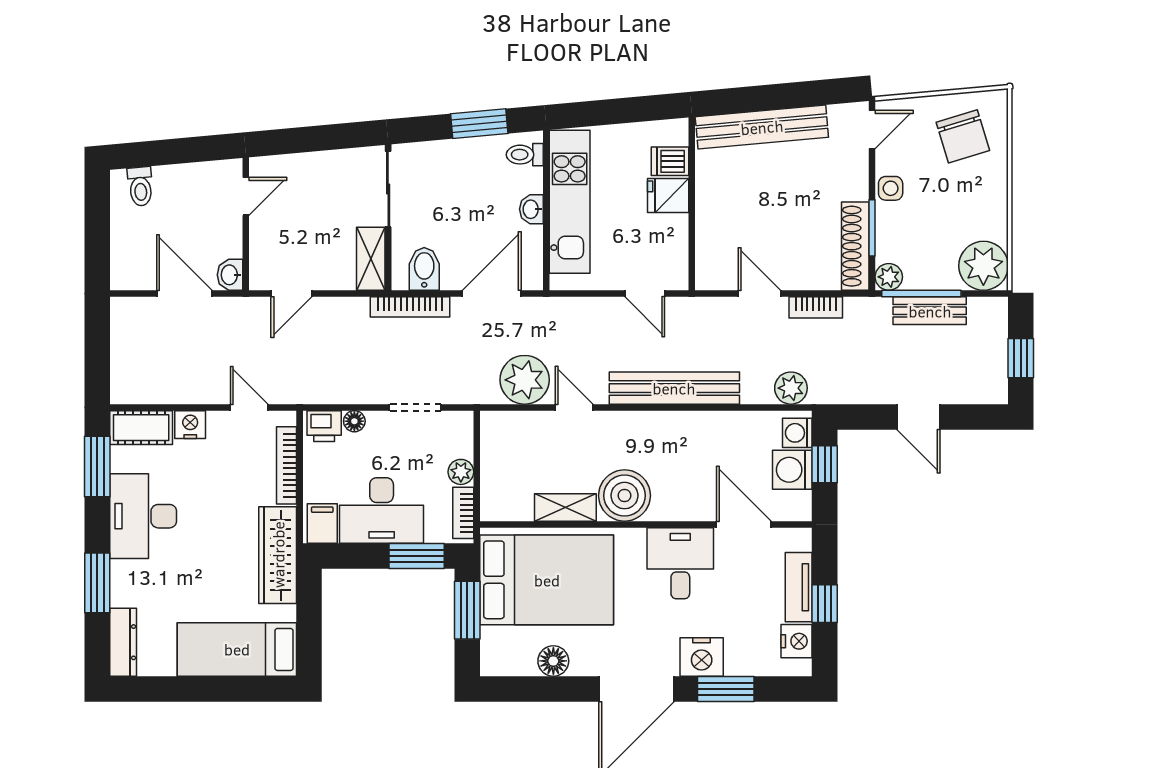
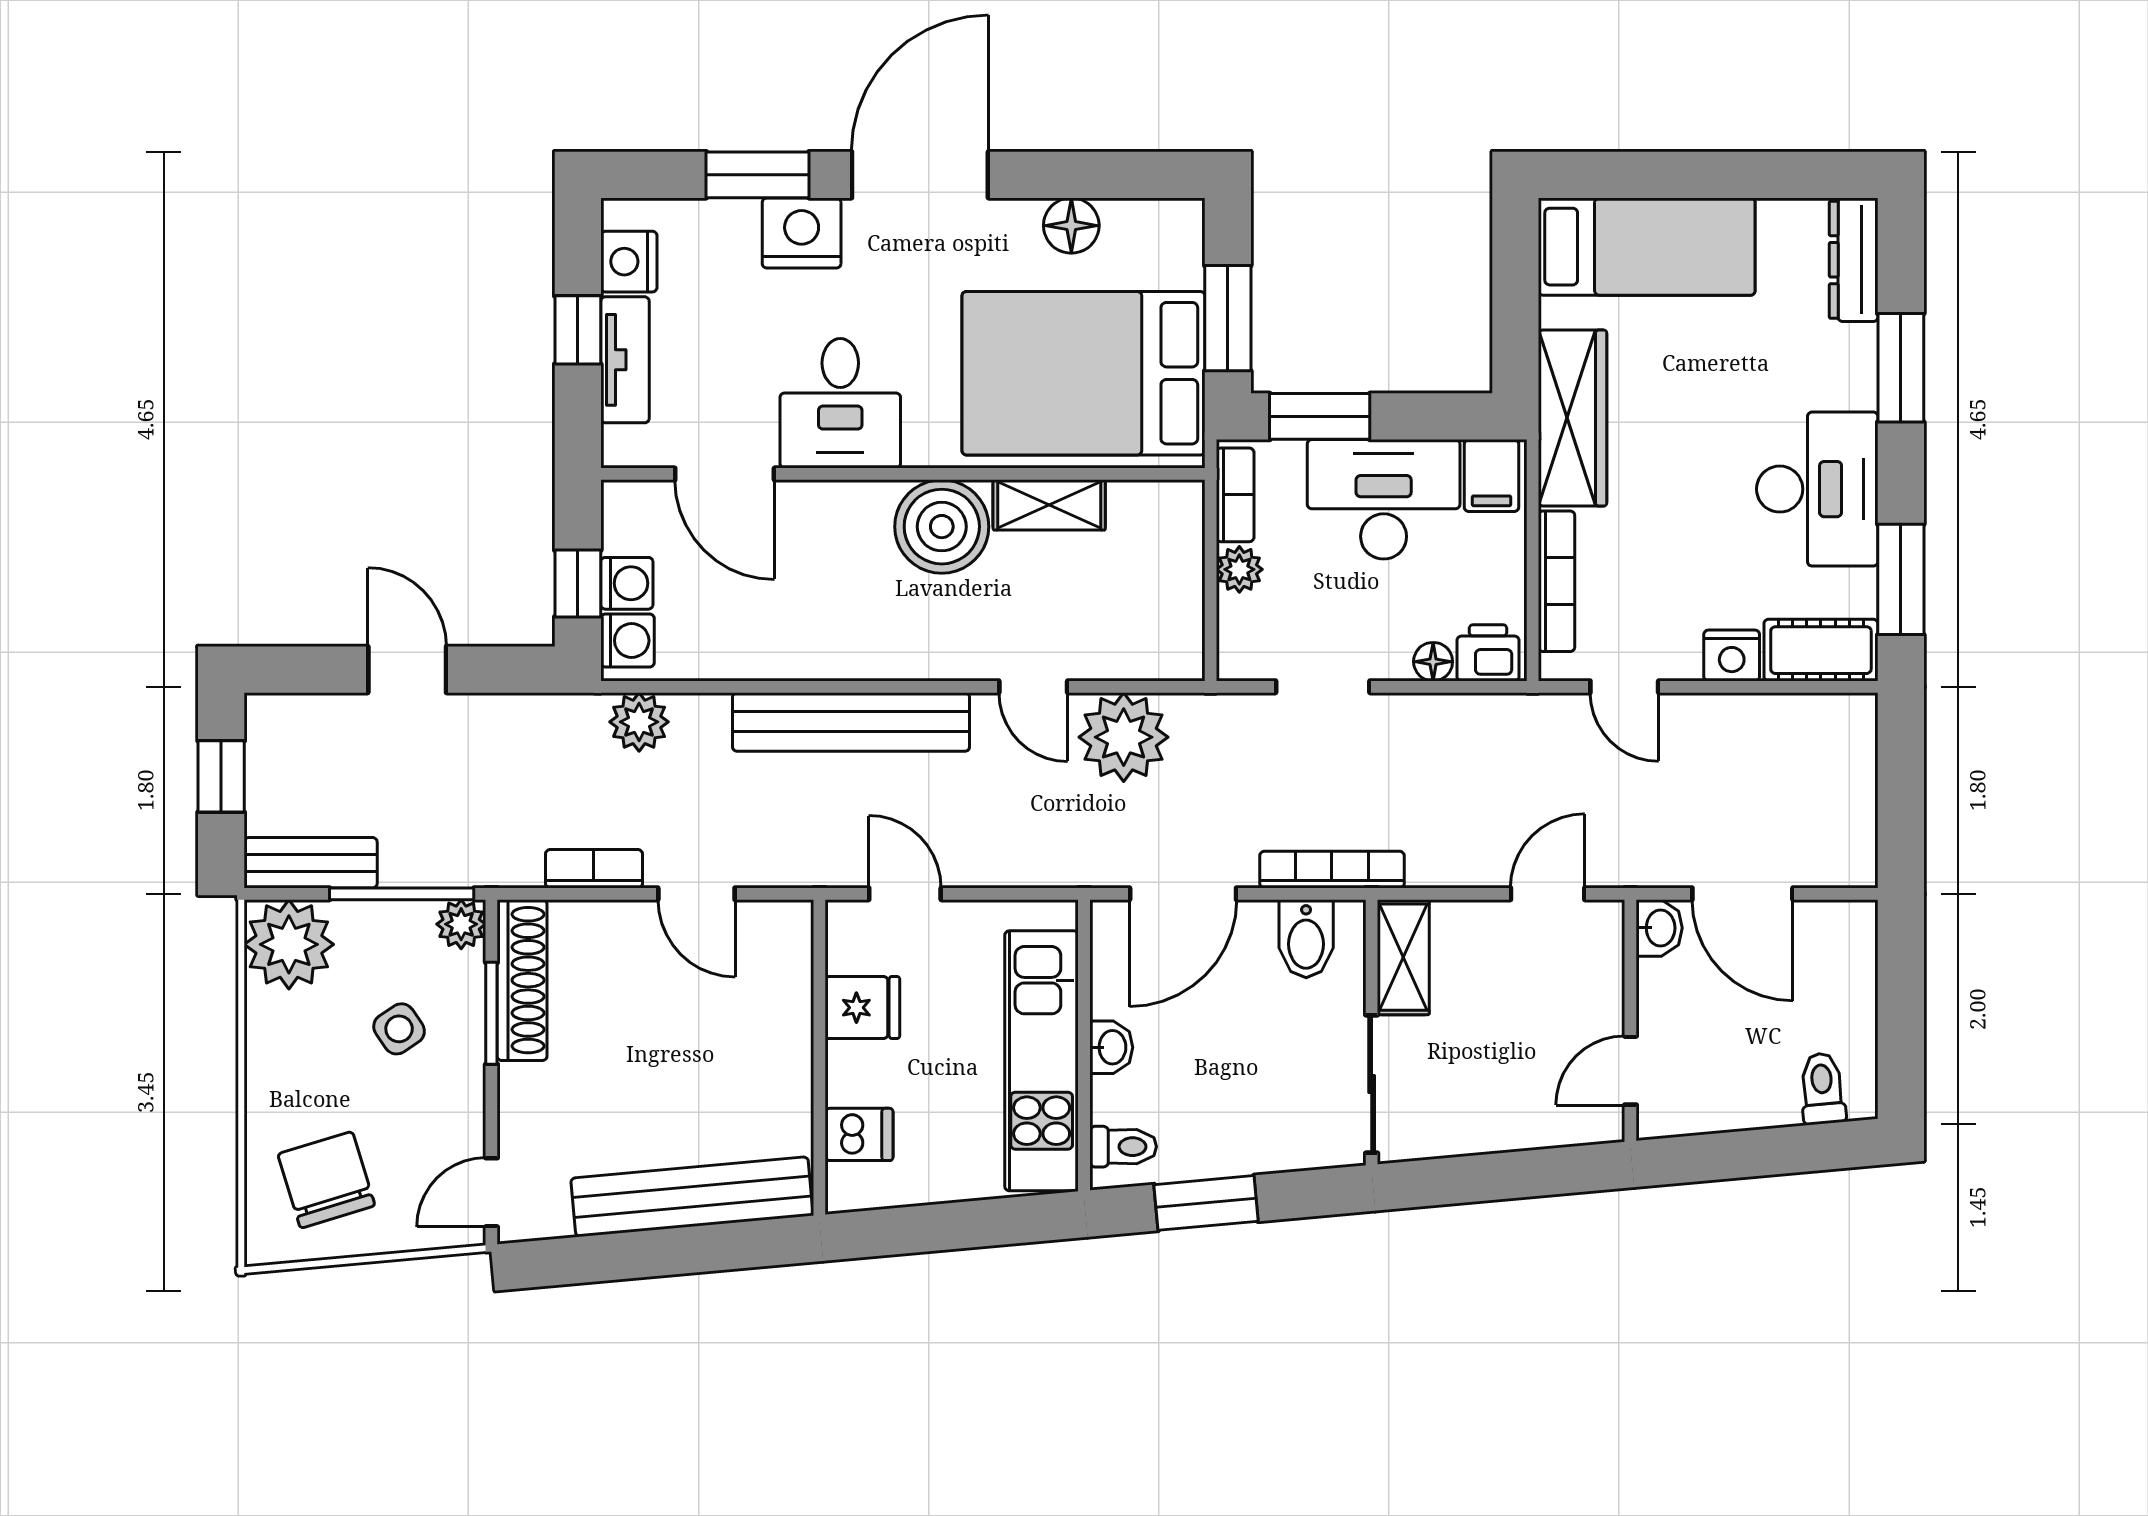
side table: (891, 188) -> (399, 1029), moved, turned -34
fridge: (668, 195) -> (862, 1008), moved
bench: (930, 311) -> (311, 863), moved
washing machine: (792, 470) -> (627, 583), width x0.73, depth x0.73

